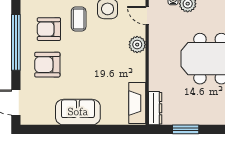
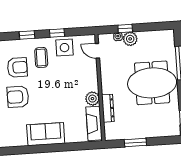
armchair: (49, 29) -> (17, 67), turned 180
plant: (137, 45) -> (92, 99), moved
dresser: (155, 108) -> (108, 108), moved

